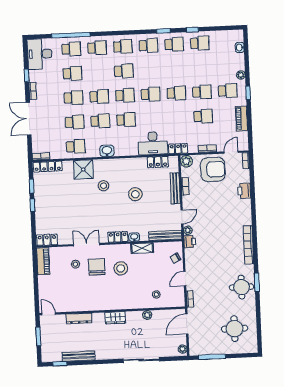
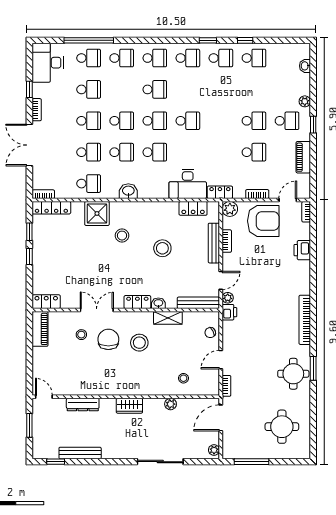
school desk: (176, 93) -> (221, 121), removed

